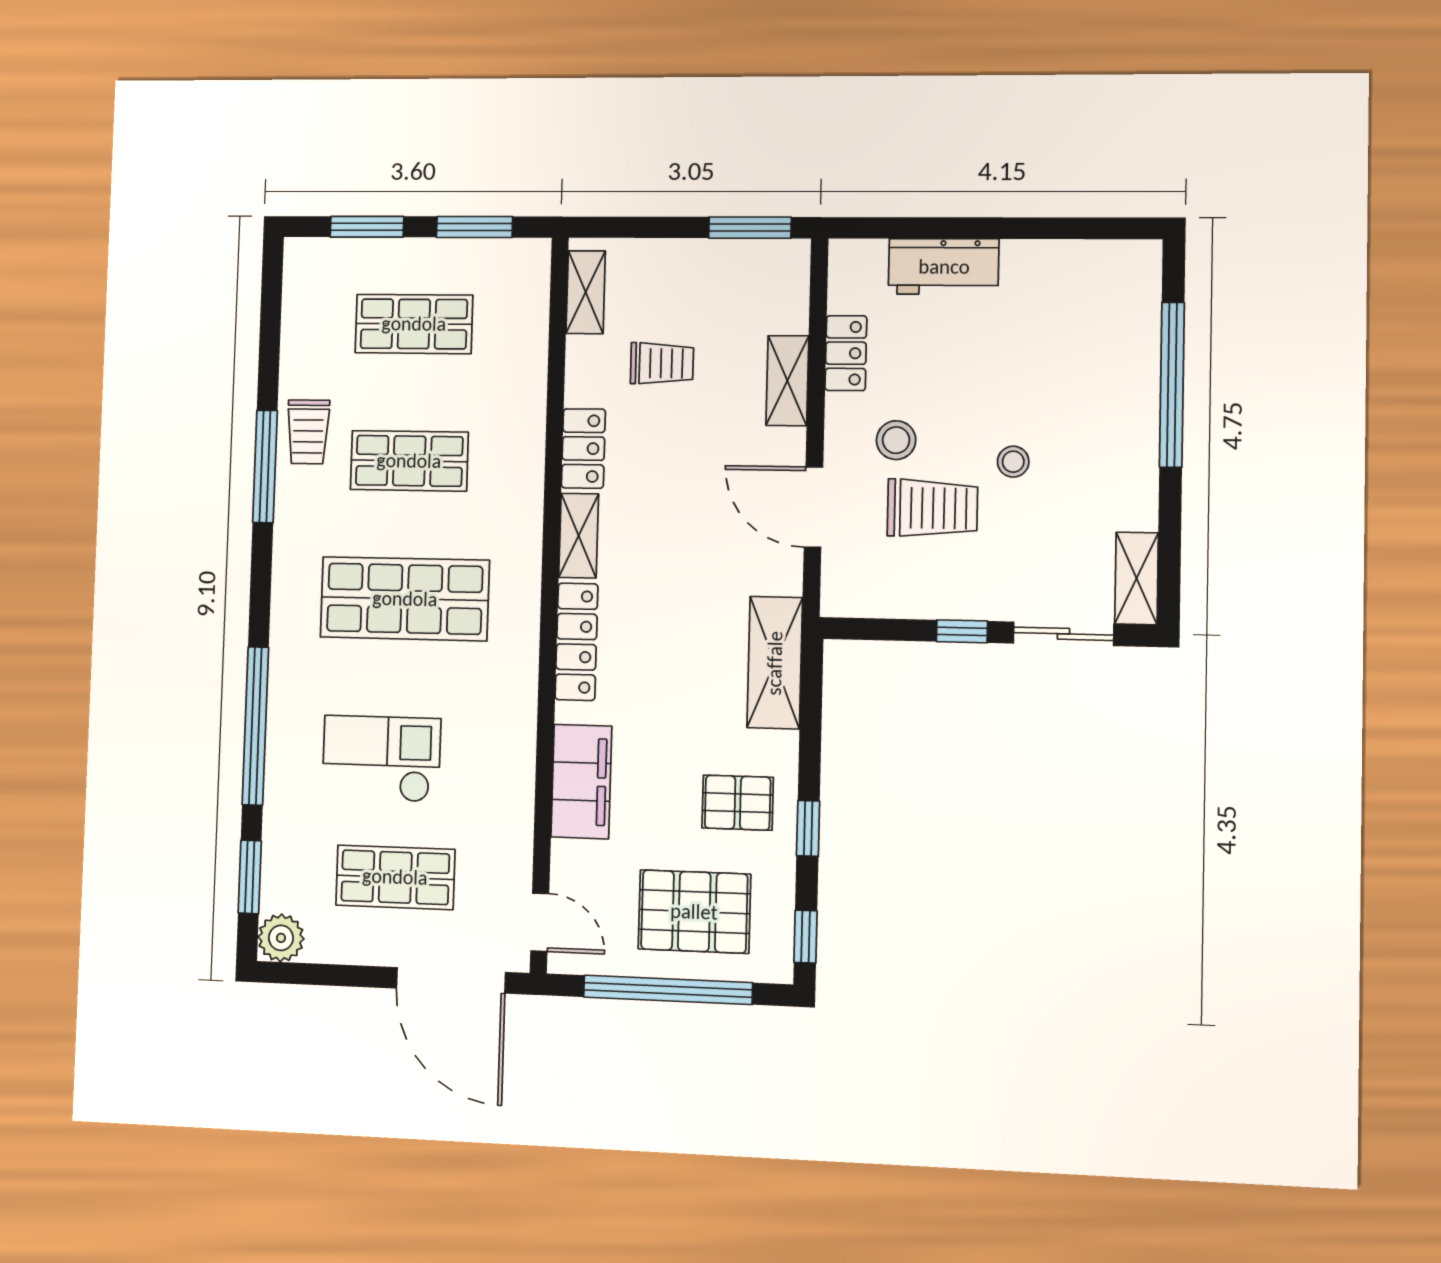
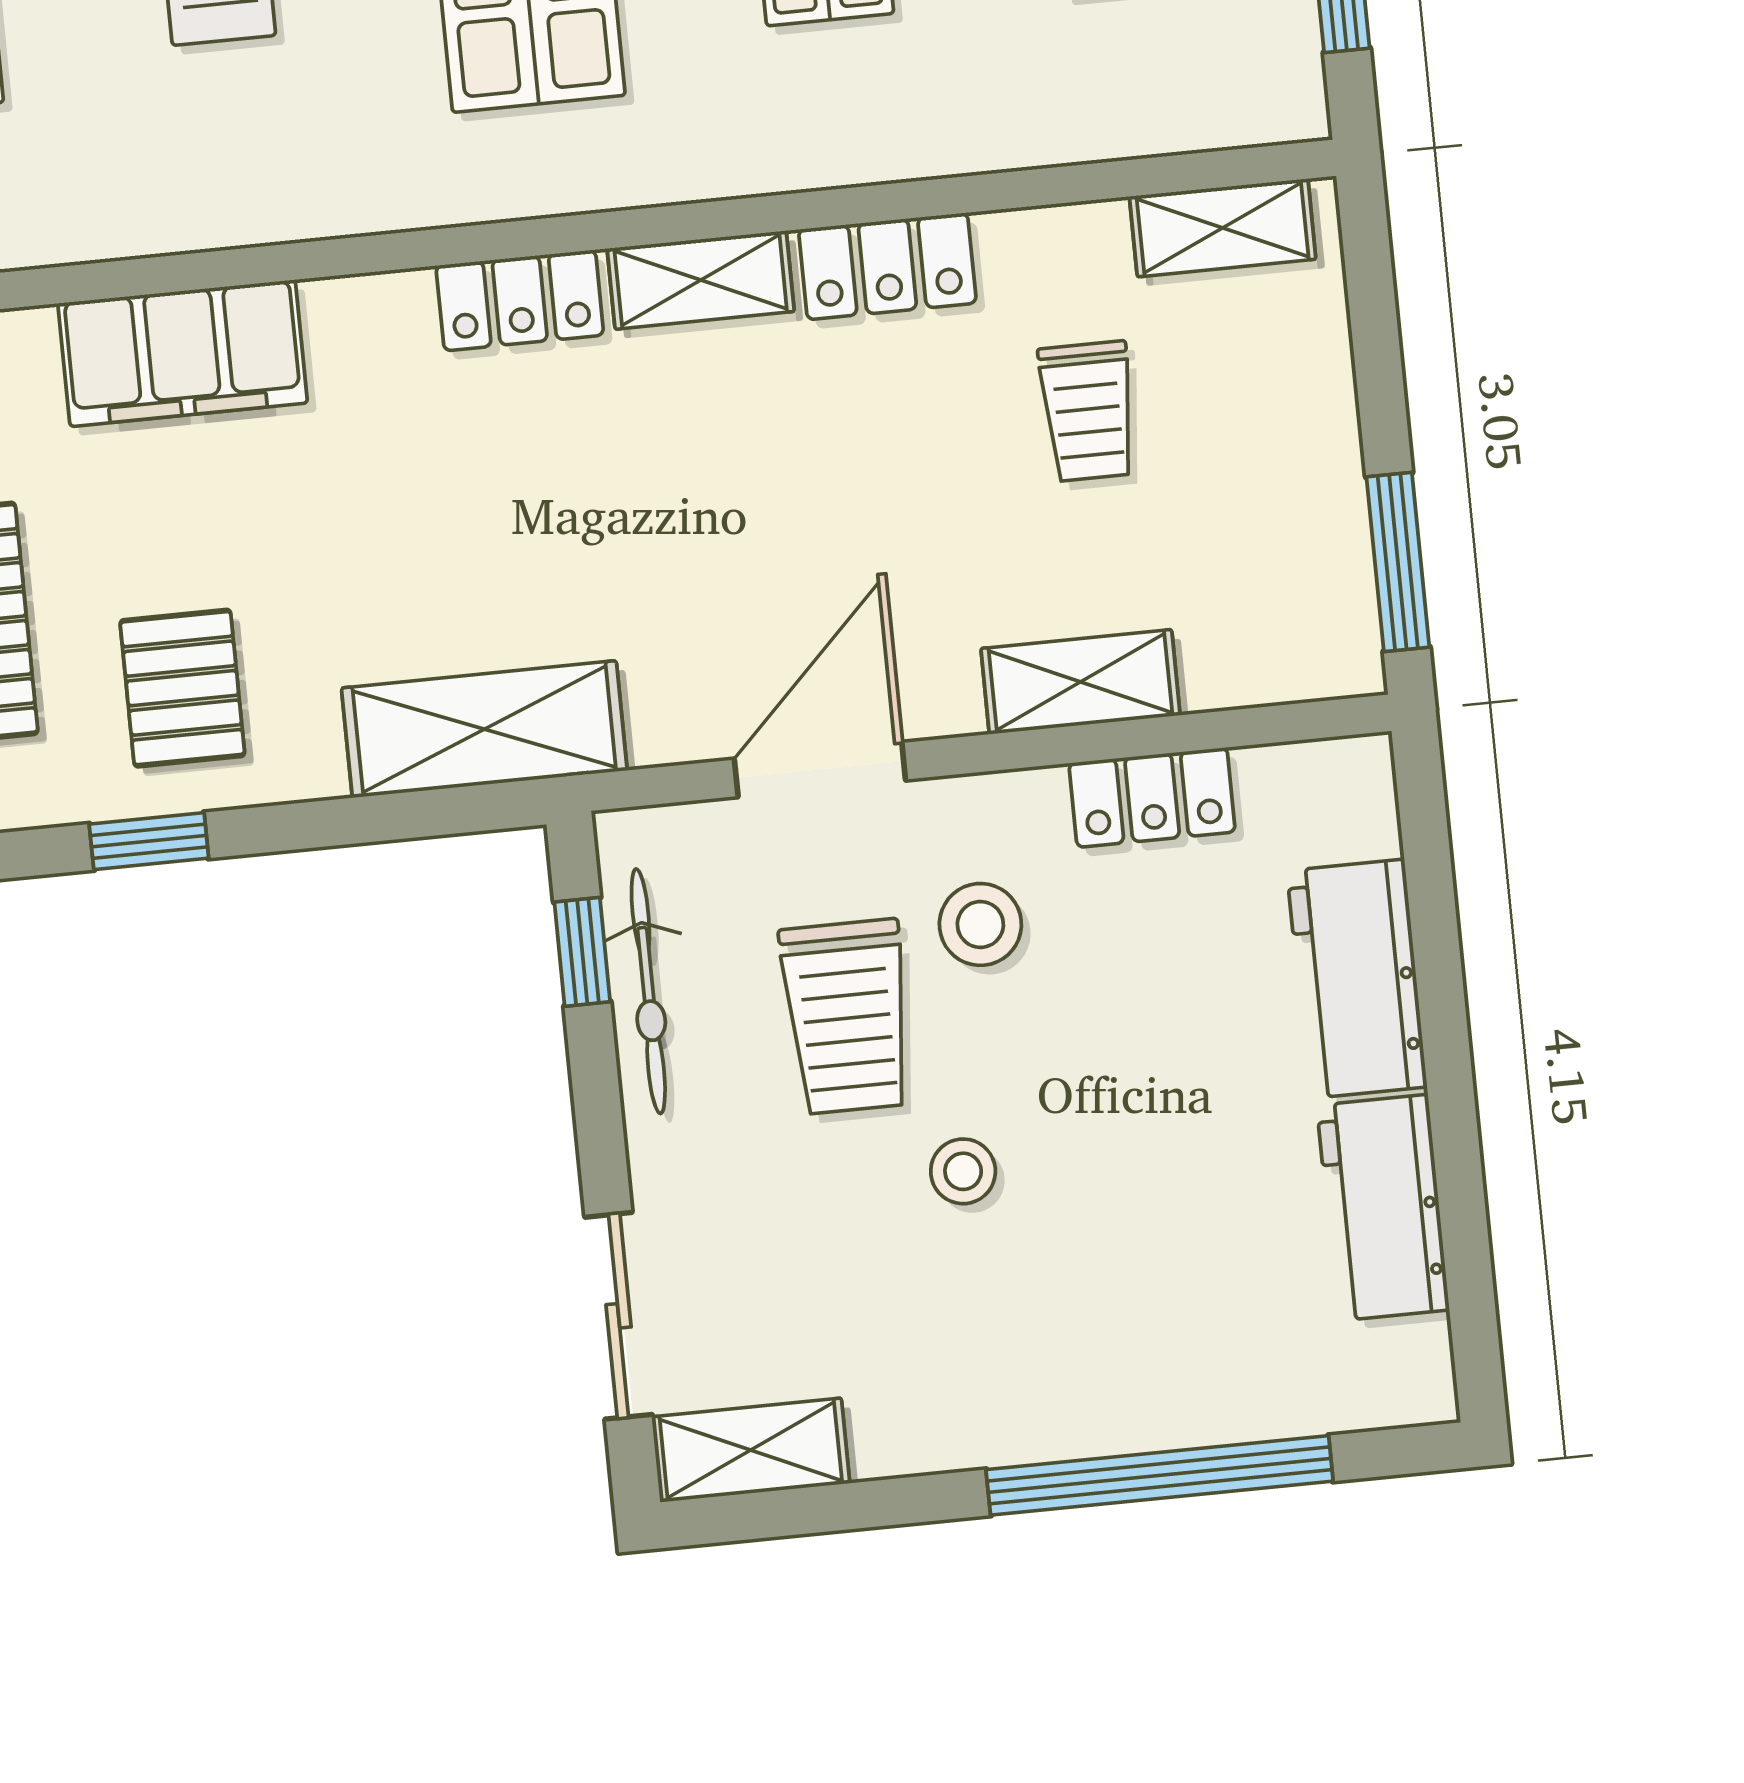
workbench: (1055, 265) -> (1383, 1208), added
bicycle: (909, 601) -> (648, 991), added
window: (962, 631) -> (582, 952), moved
locker: (576, 642) -> (520, 300), width x0.66

